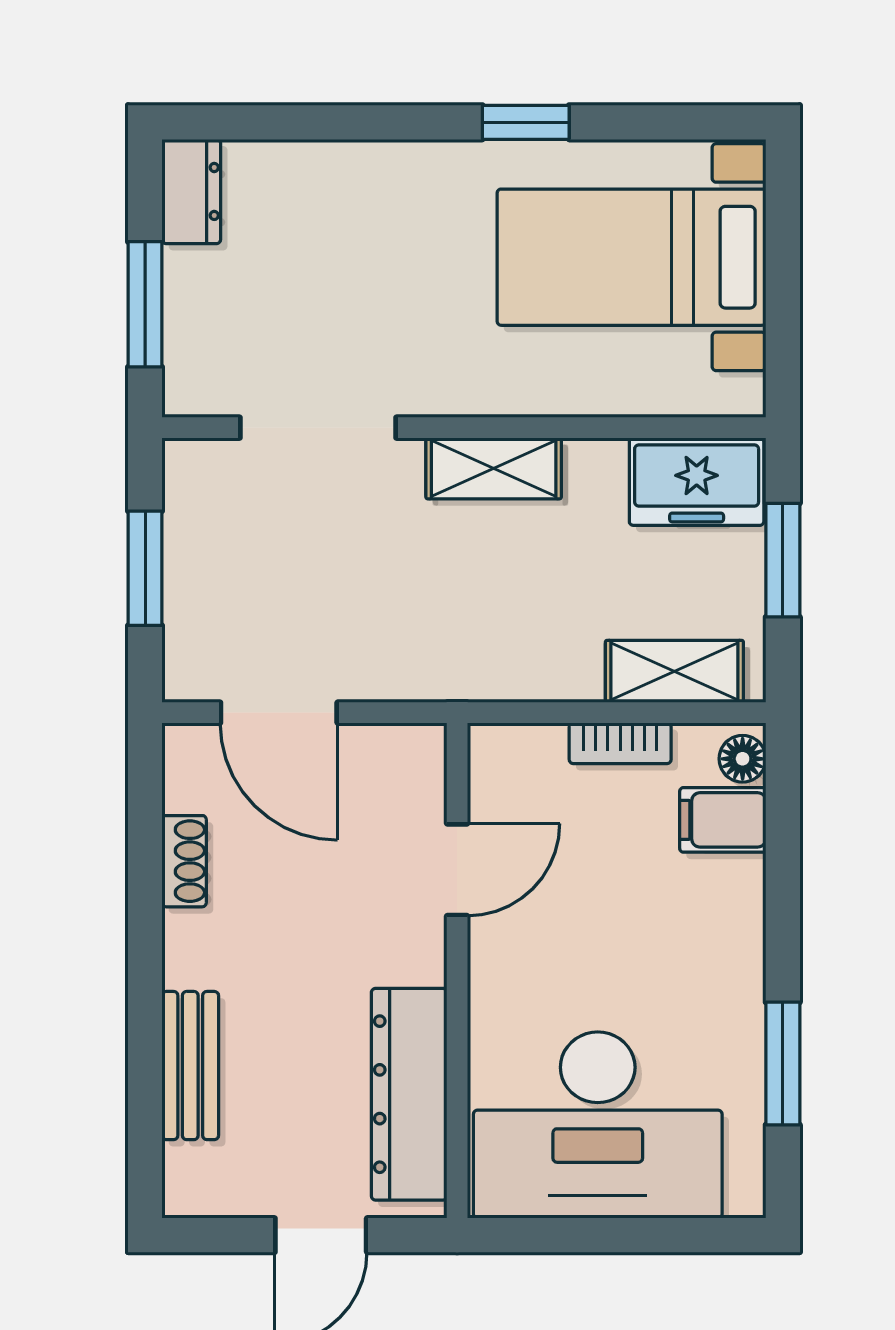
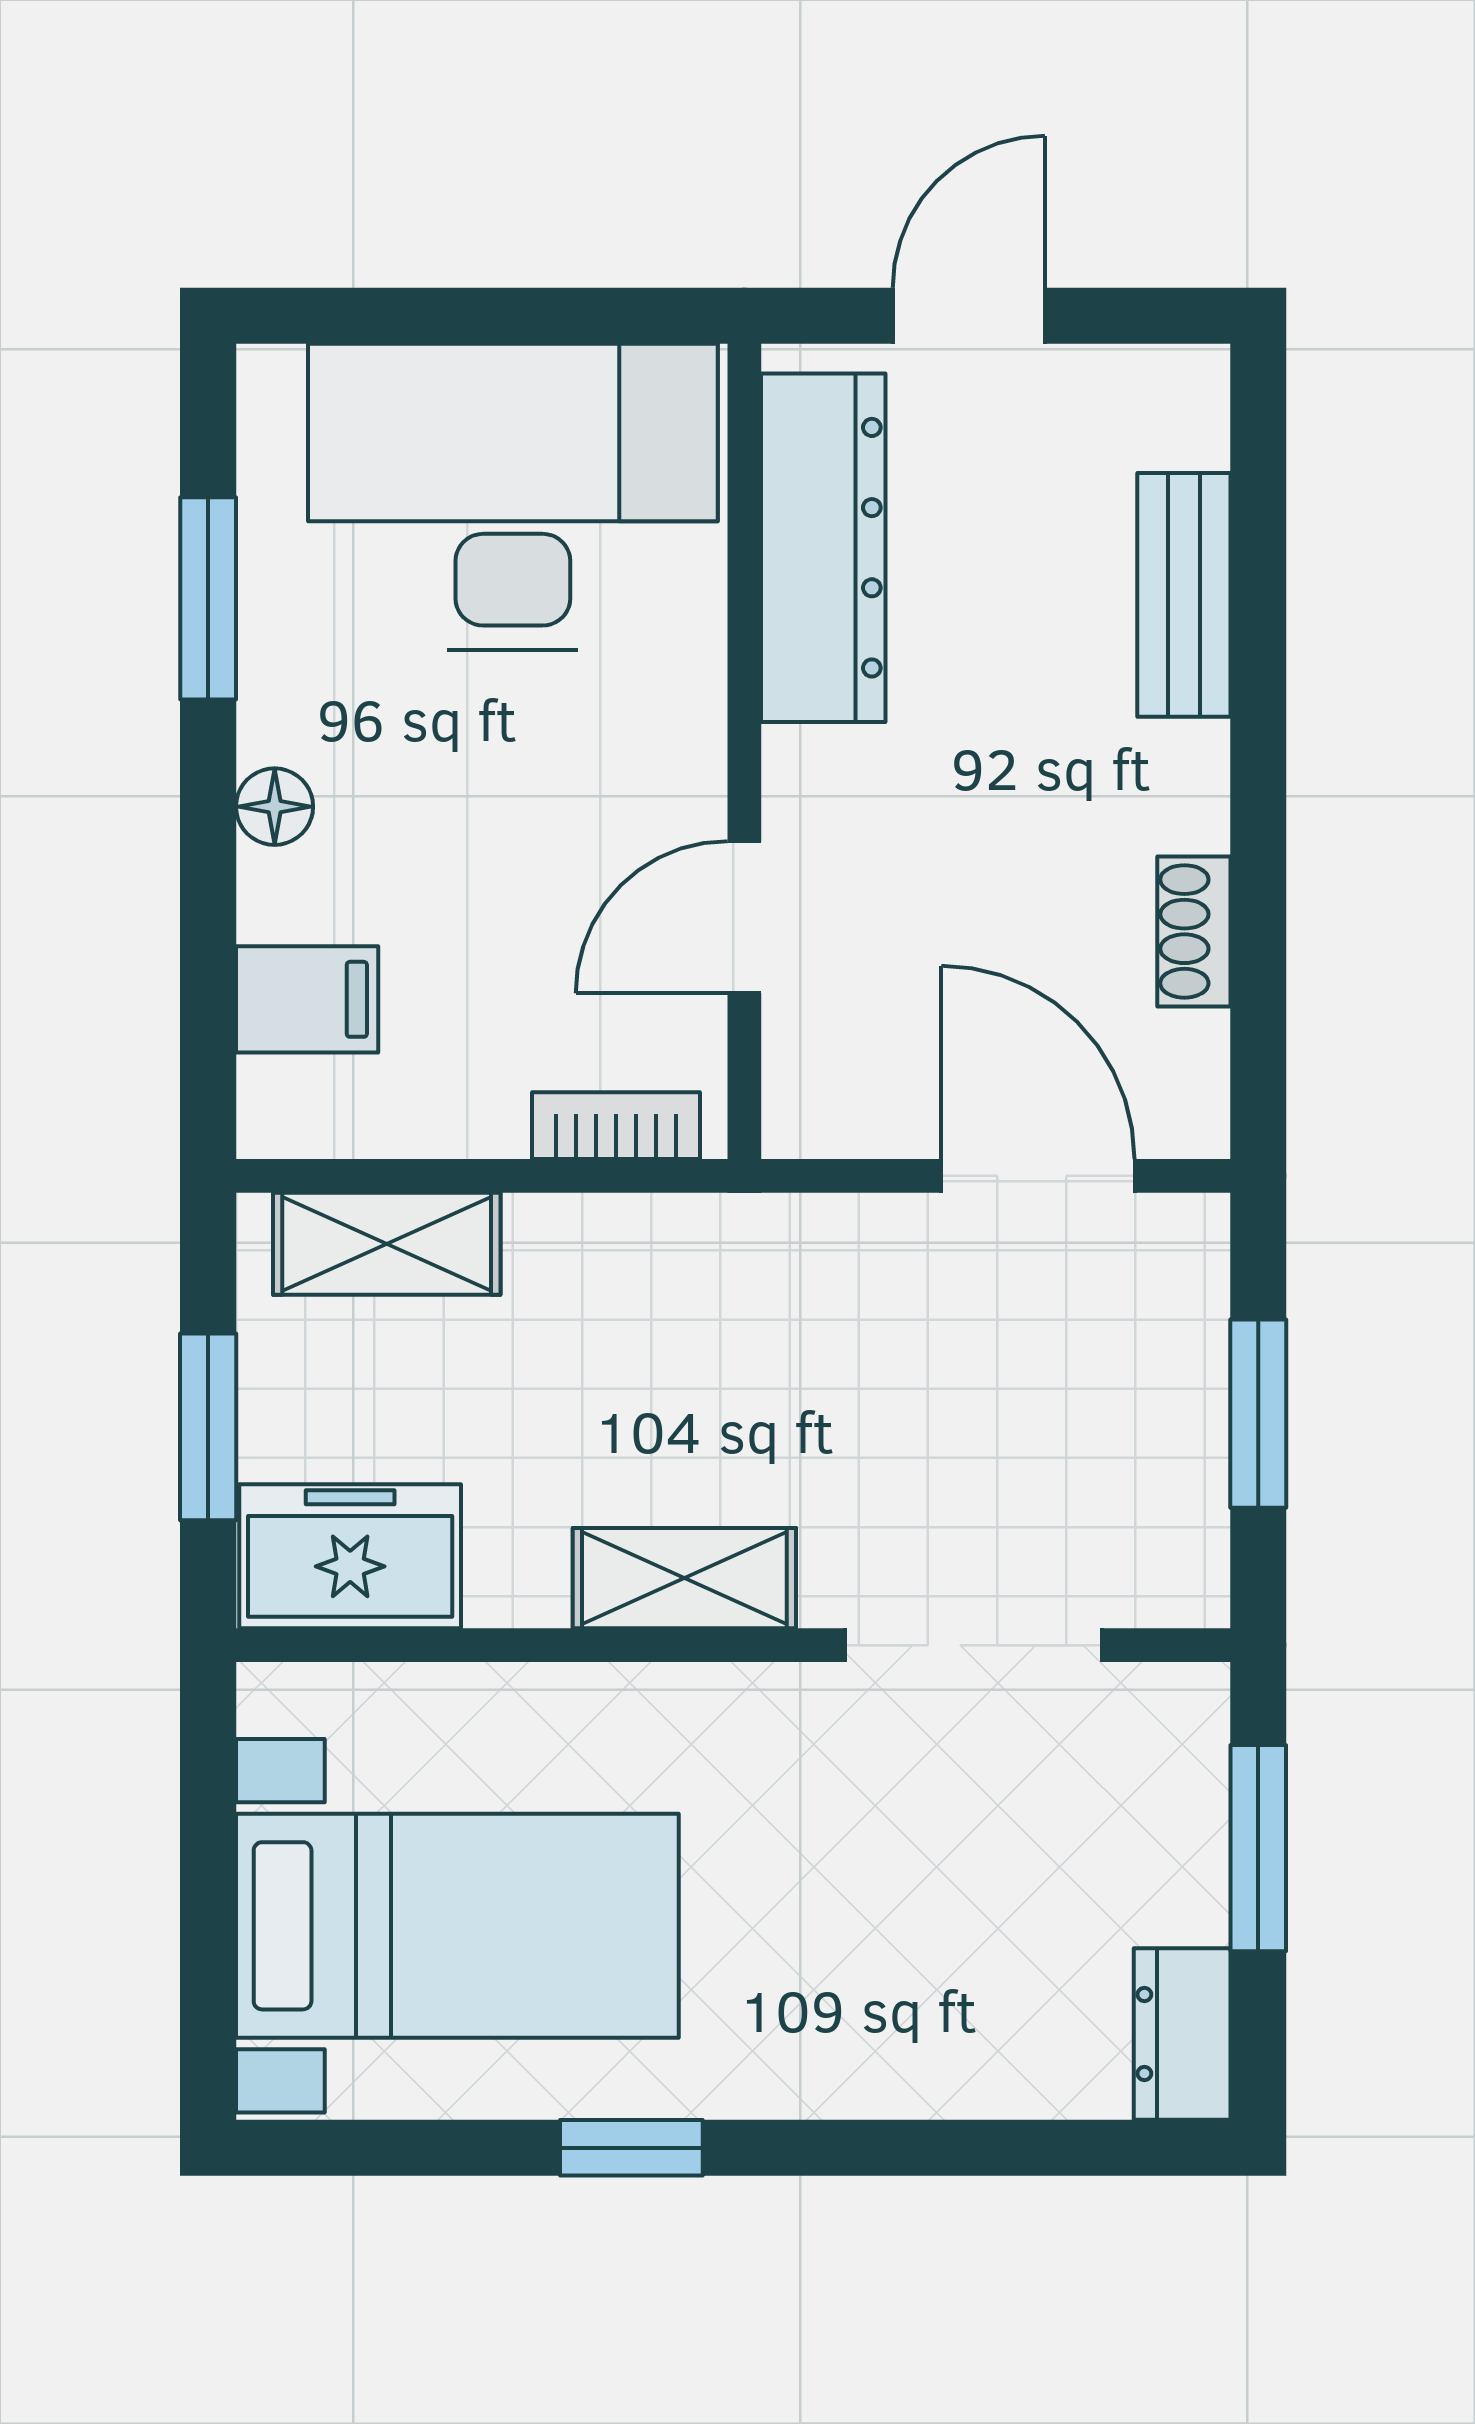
bookcase: (620, 743) -> (616, 1126), moved
floor lamp: (743, 759) -> (275, 807), moved

